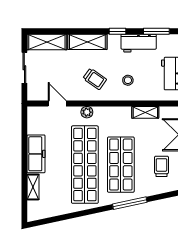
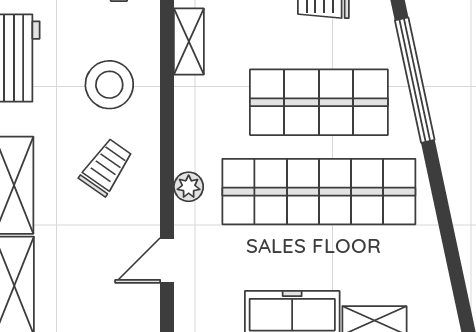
stool: (128, 80) -> (109, 85), width x1.89, depth x1.89
window: (130, 203) -> (415, 80), width x1.46

